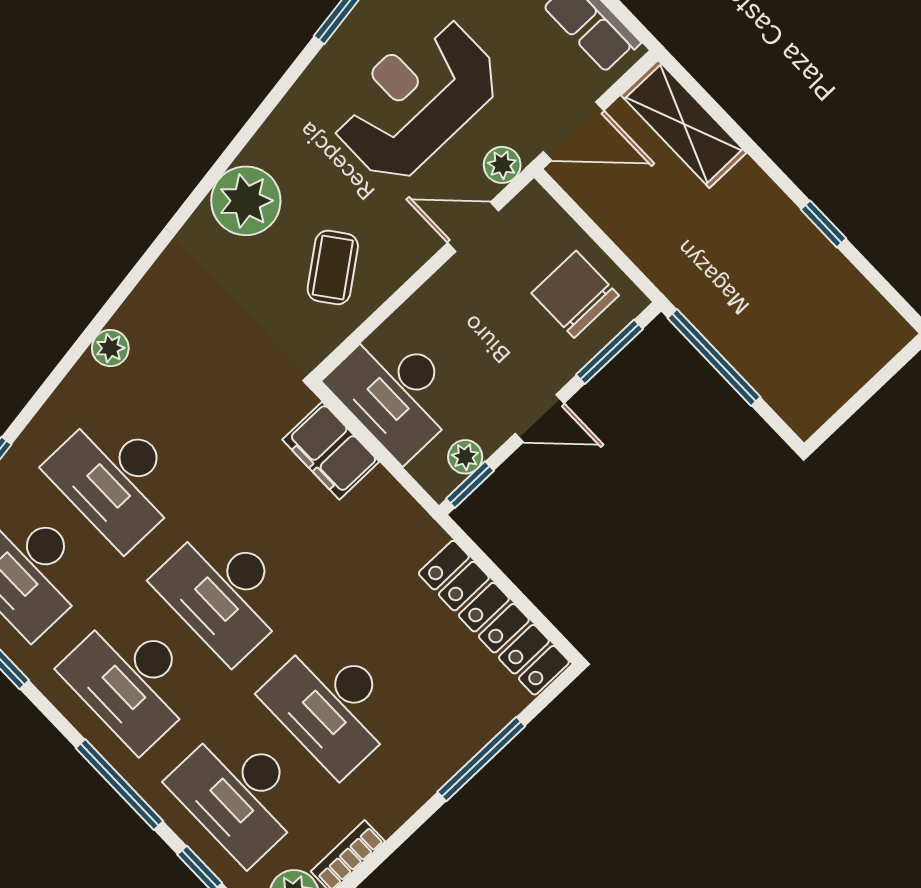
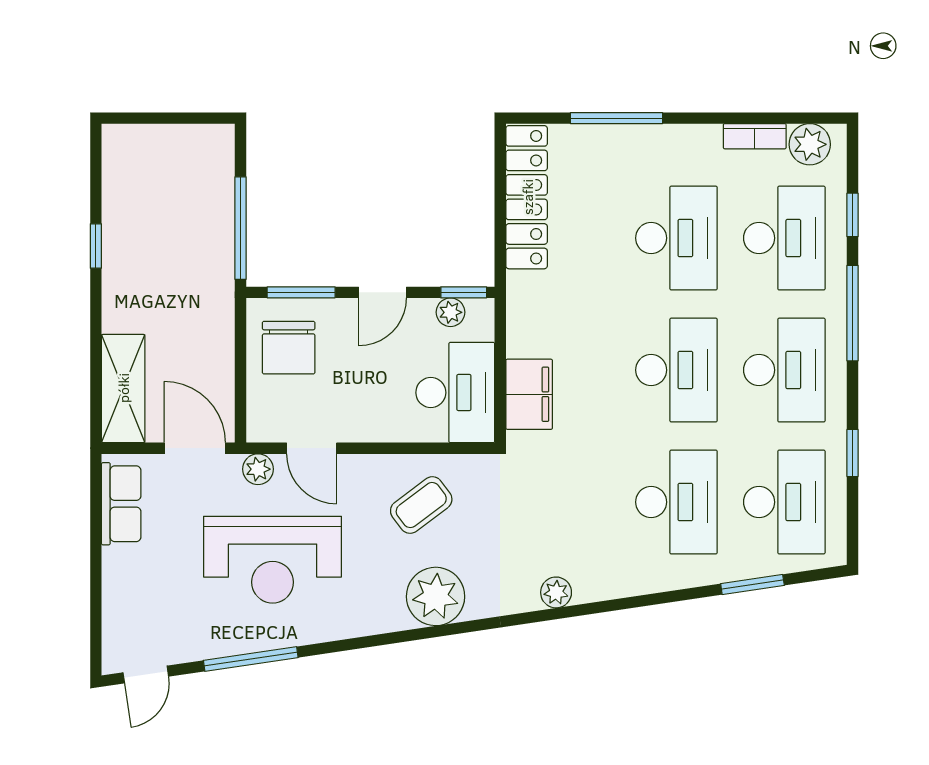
plant: (110, 348) -> (556, 592), moved
door: (540, 418) -> (383, 292), swing flipped

